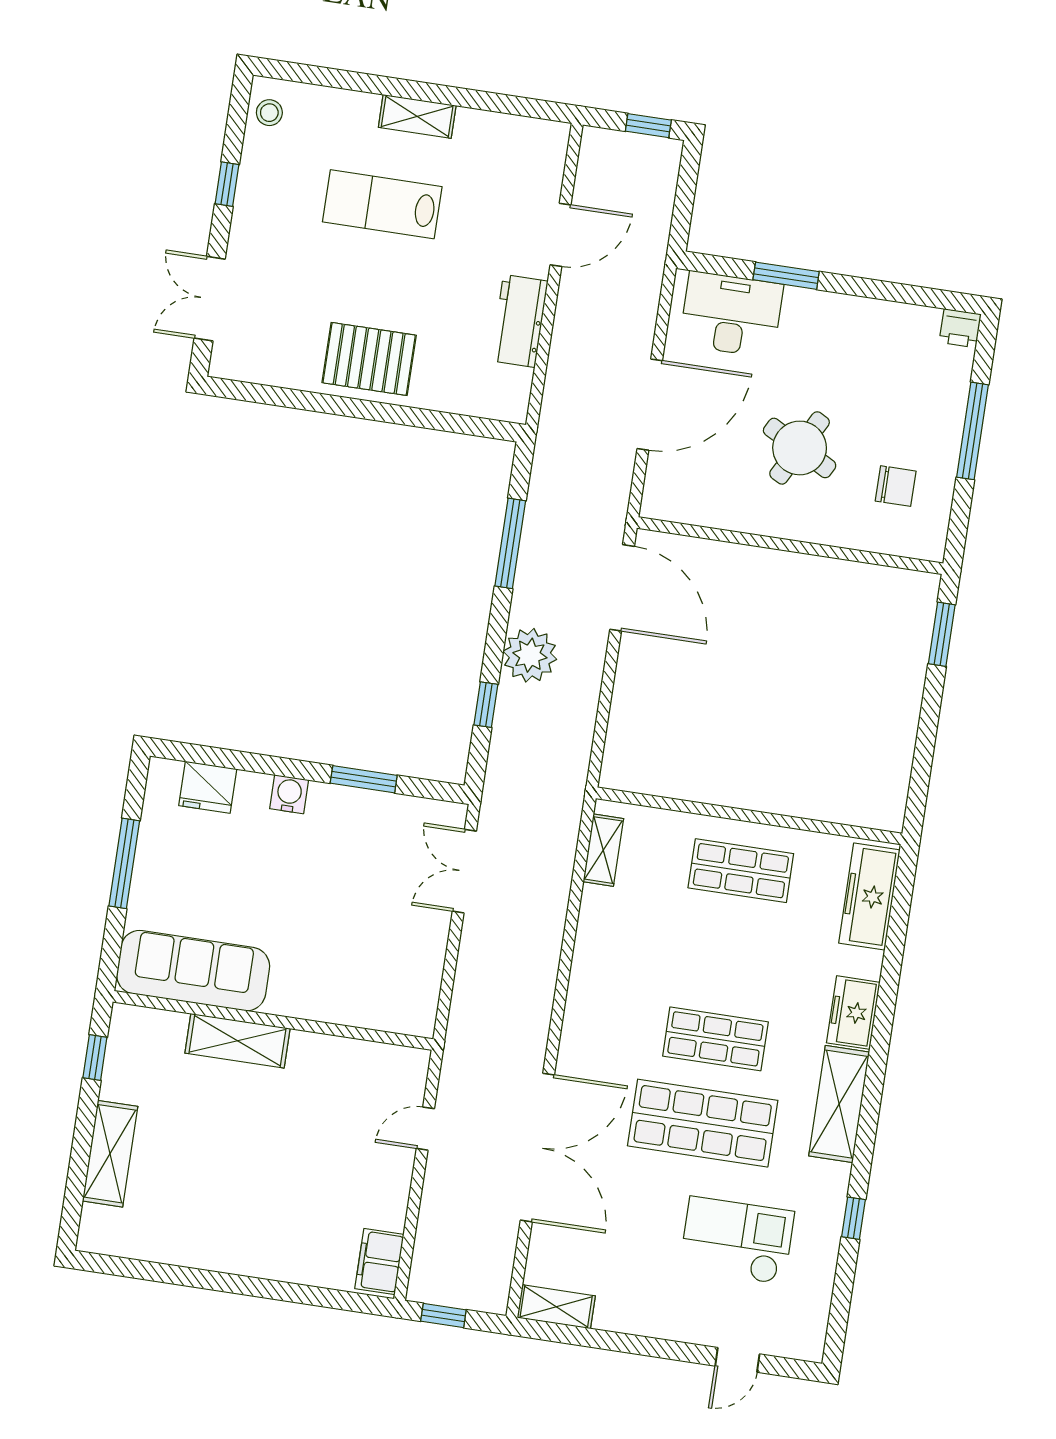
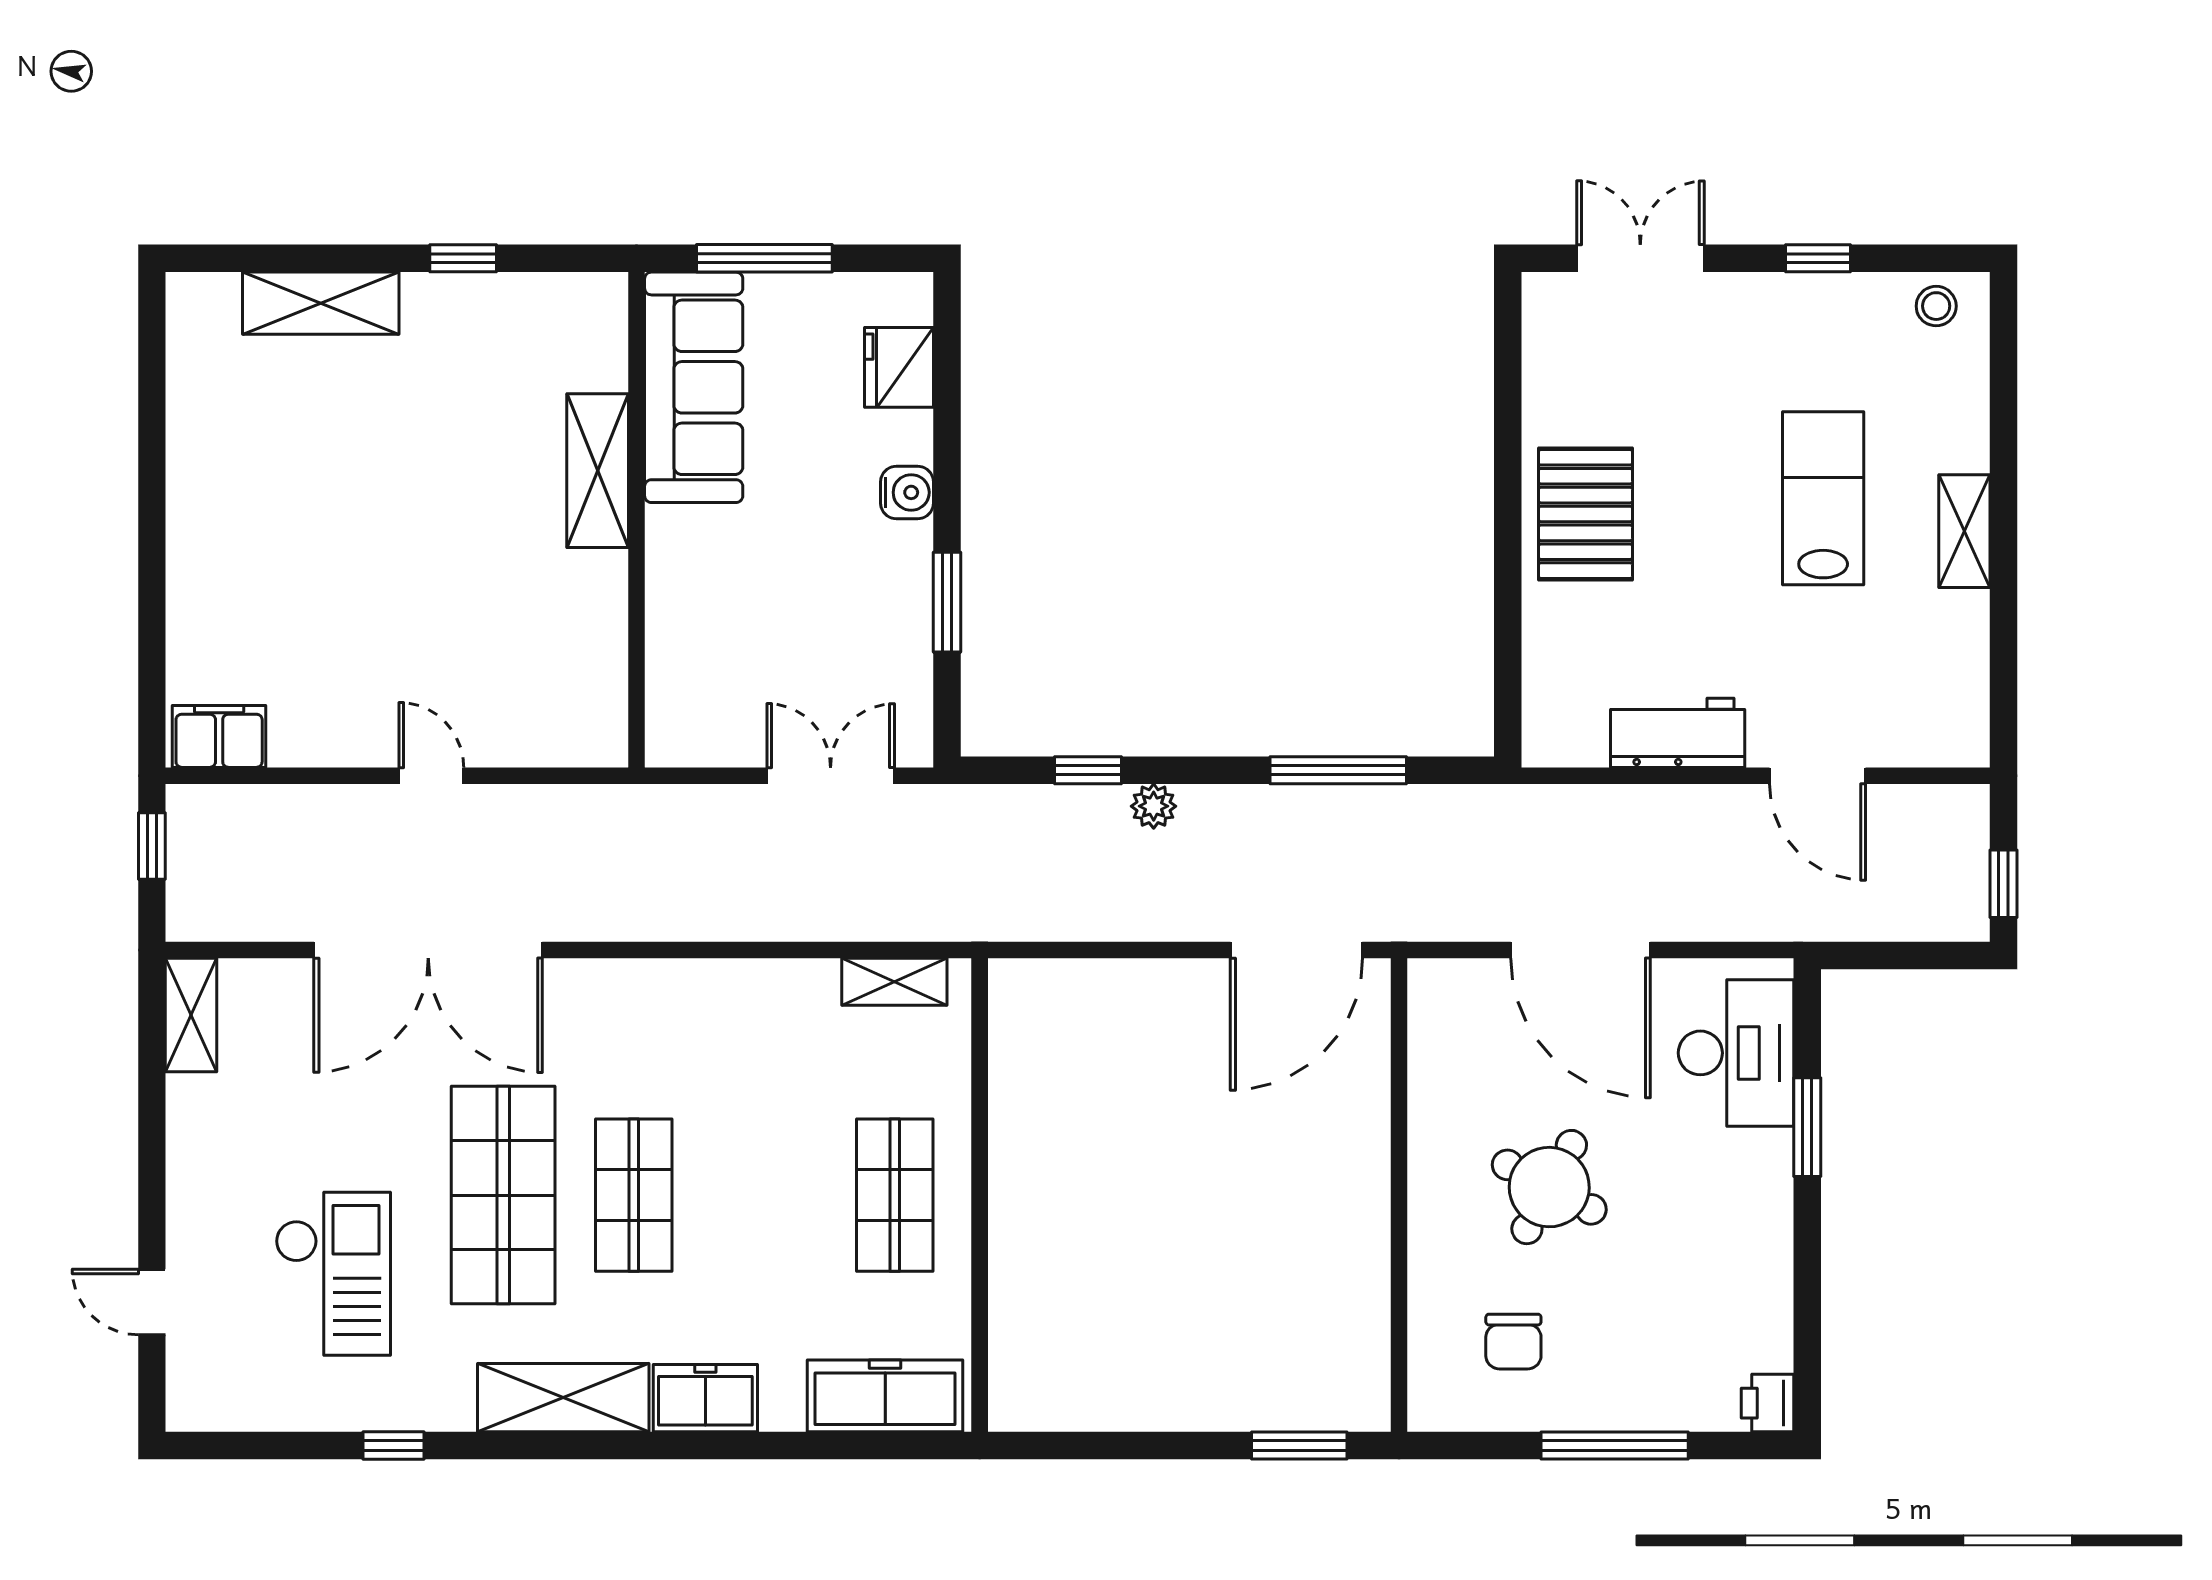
plant: (530, 655) -> (1154, 806), width x0.53, depth x0.53
sofa: (193, 971) -> (694, 387), moved
wall: (273, 1020) -> (637, 520), moved
shelving: (237, 1041) -> (598, 471), moved

